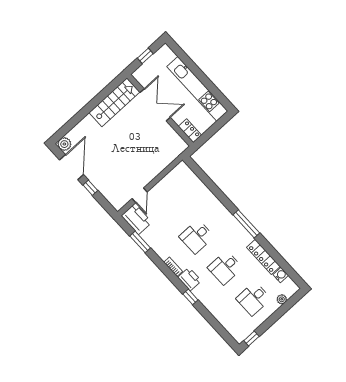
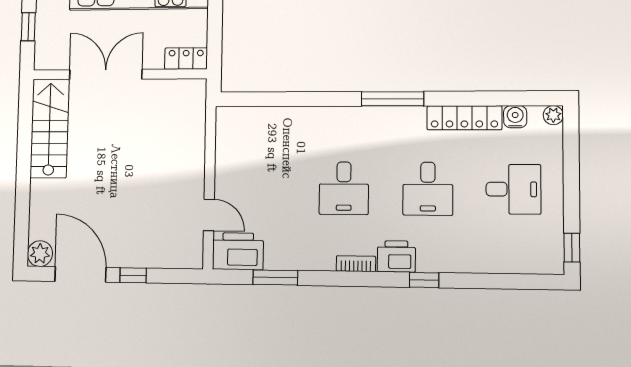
desk: (253, 299) -> (513, 189), turned -90
plant: (282, 299) -> (553, 115), moved

